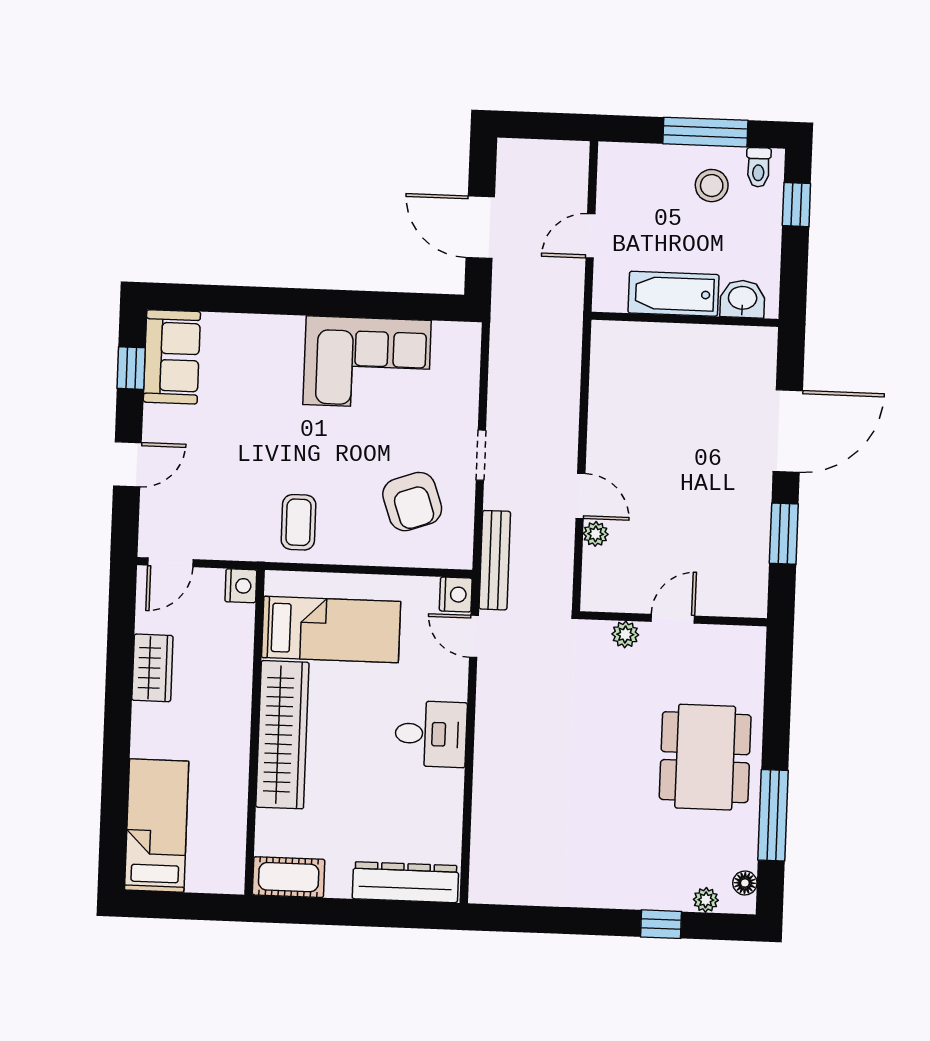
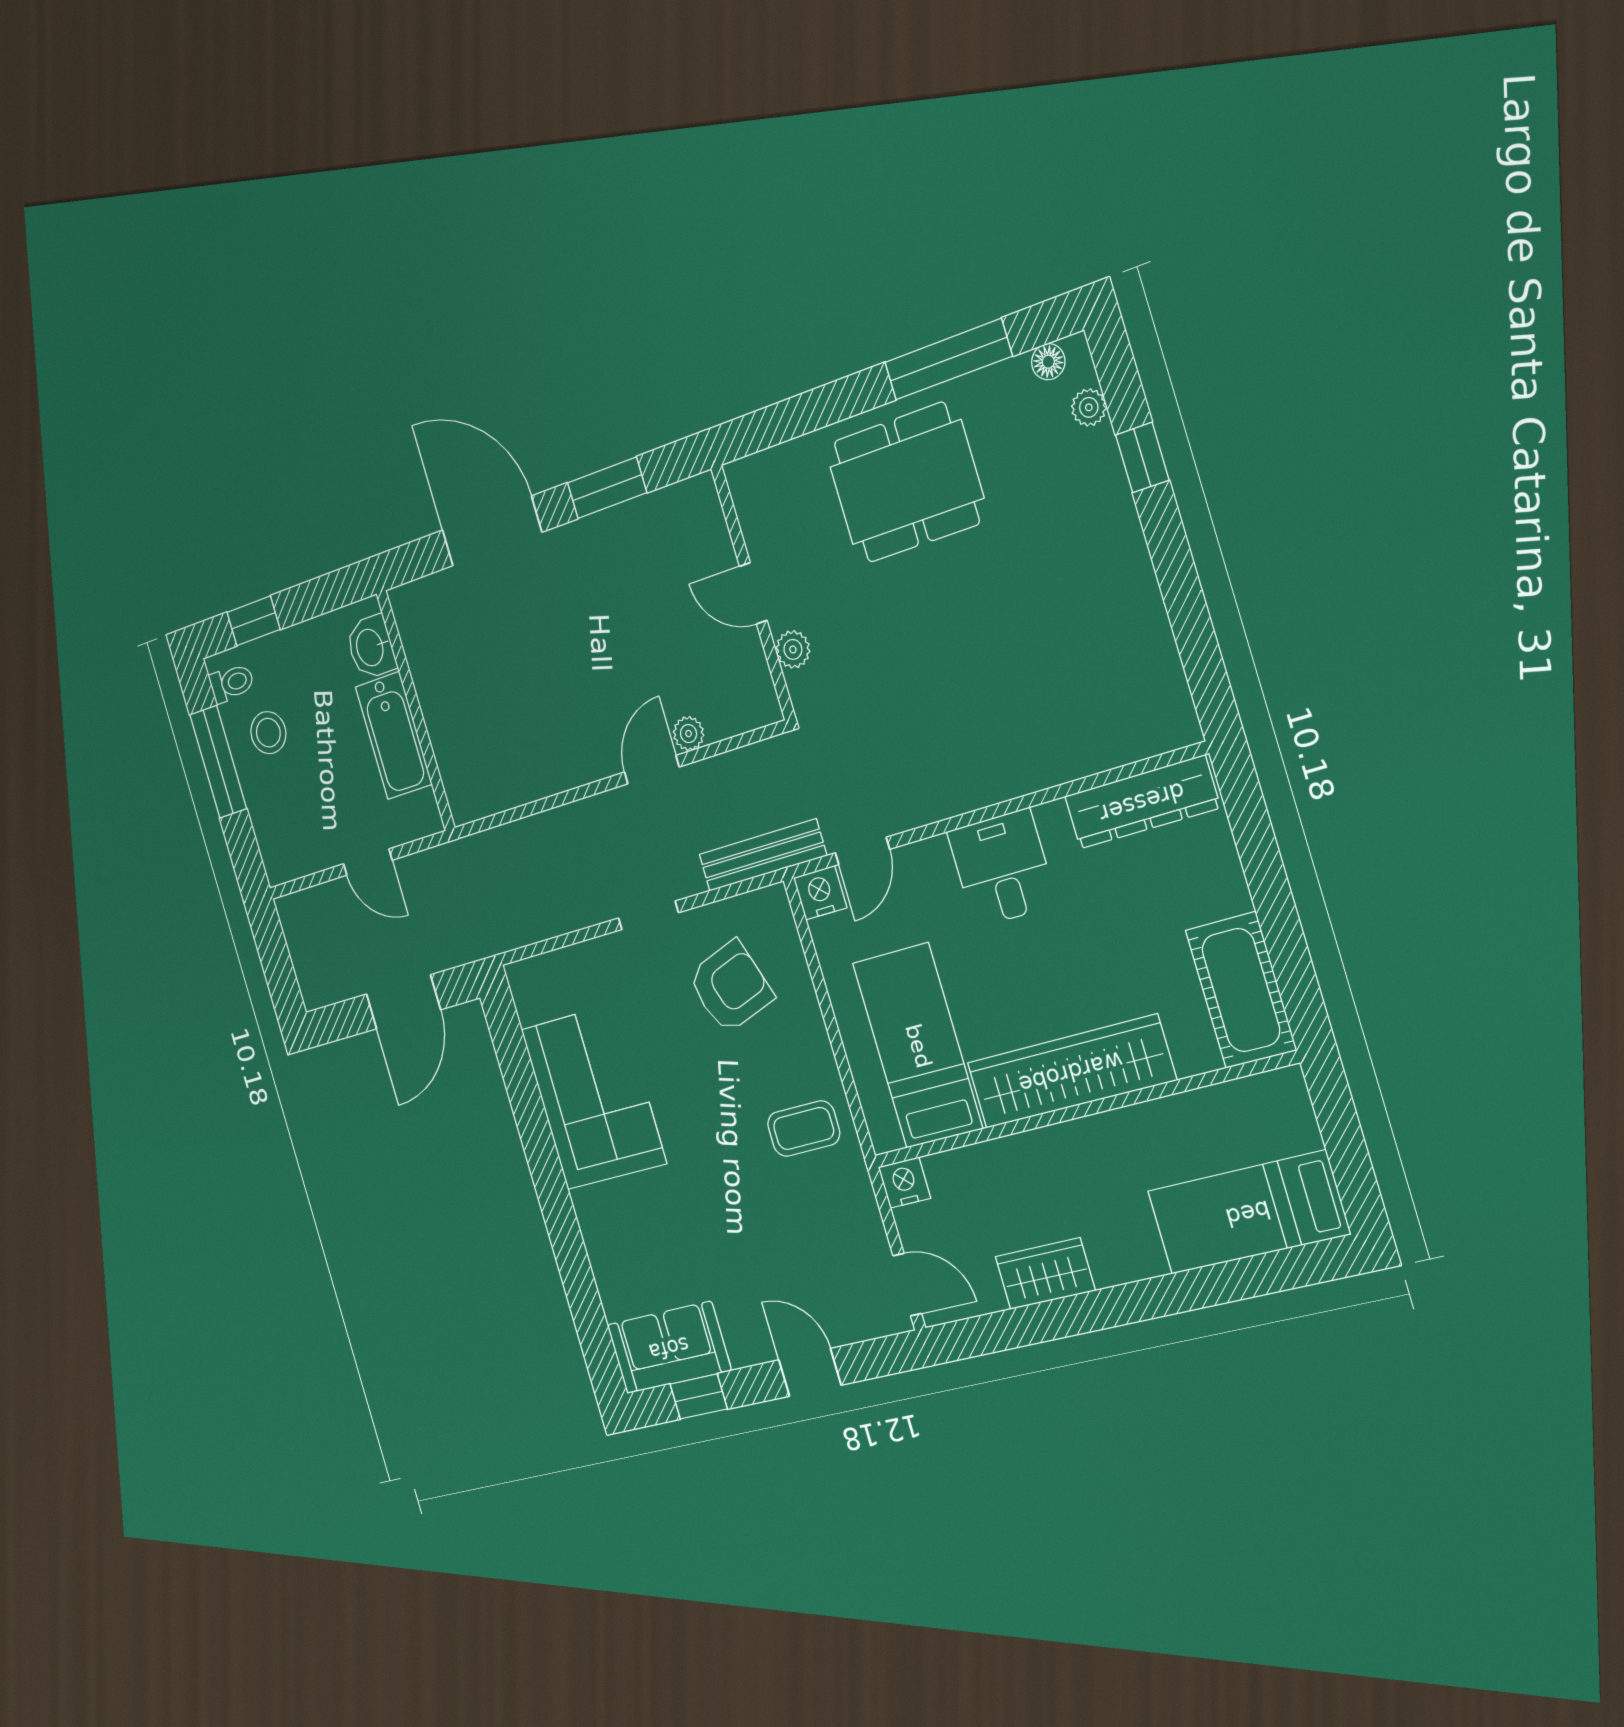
cot: (289, 877) -> (1241, 990), width x1.37, depth x1.34
dresser: (405, 882) -> (1142, 802), moved, turned -90

